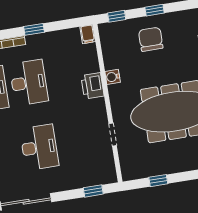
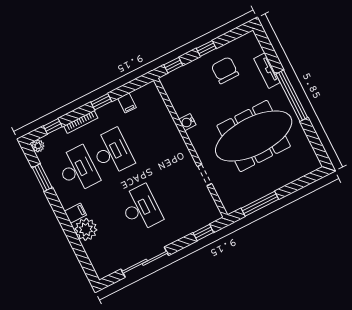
filing cabinet: (88, 34) -> (127, 103), moved
chair: (151, 39) -> (225, 70), moved
printer: (92, 86) -> (172, 136), removed
window: (158, 181) -> (260, 204), width x2.17

